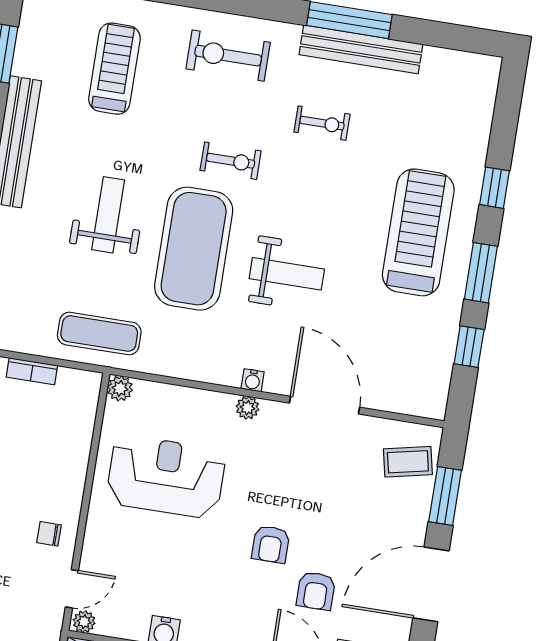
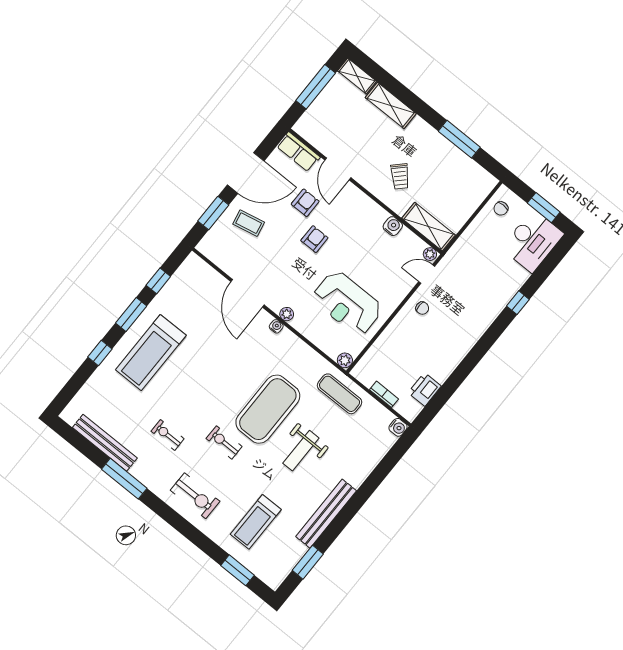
bench: (361, 49) -> (105, 443), moved
weight bench: (287, 274) -> (229, 370), removed
coffee table: (408, 462) -> (249, 223), moved

